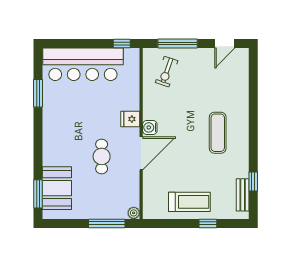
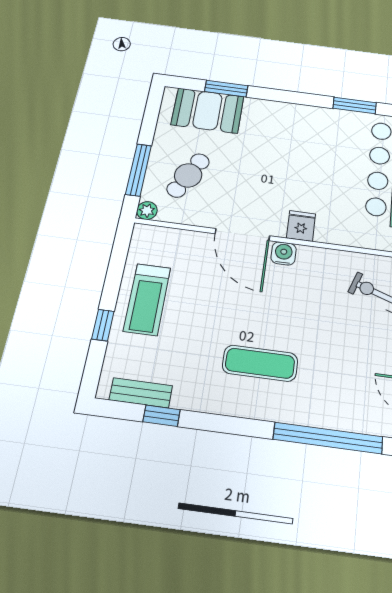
window: (253, 91) -> (328, 438), added
cafe table: (102, 156) -> (188, 175), moved, turned -63
window: (38, 194) -> (226, 89), moved

